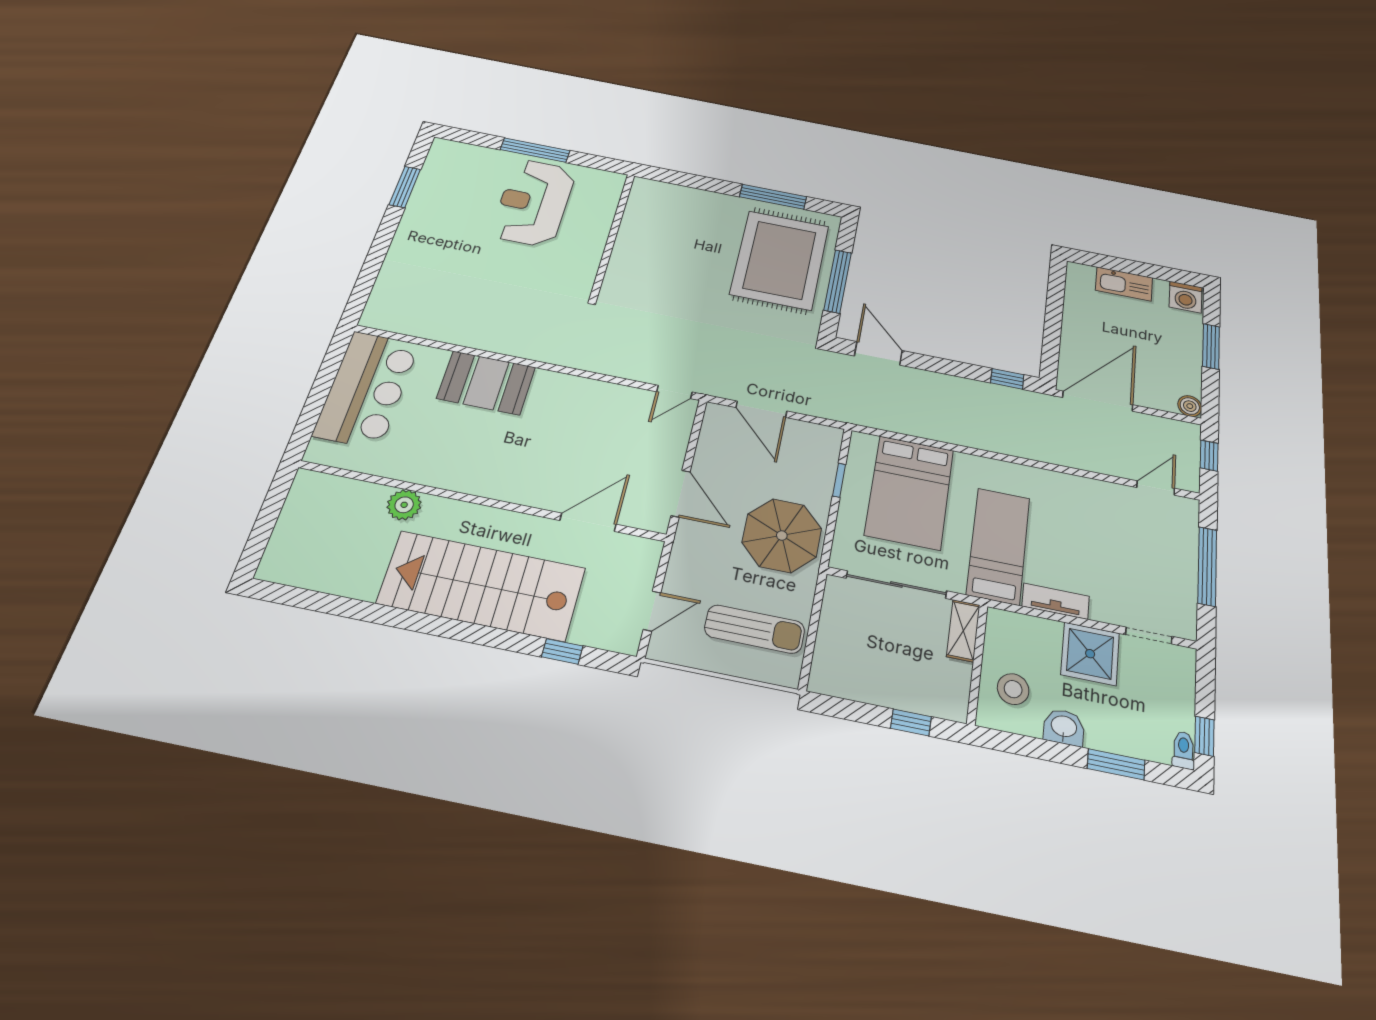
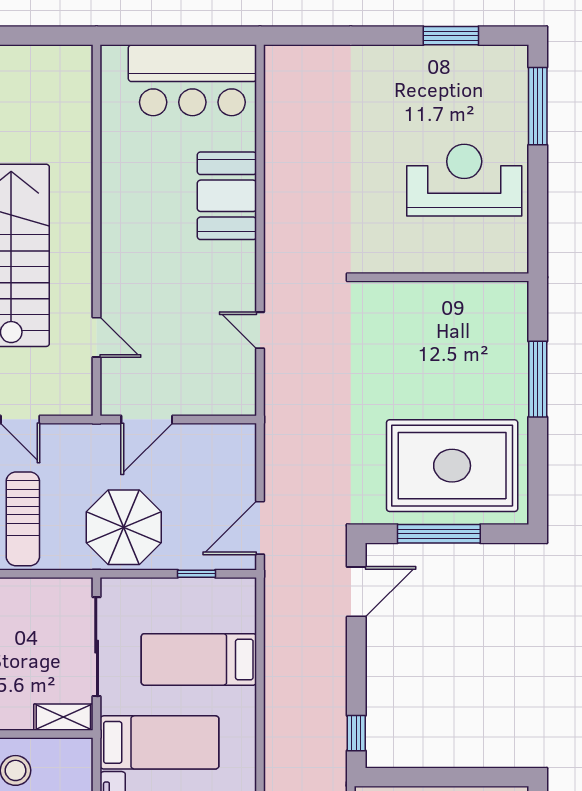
window: (535, 150) -> (538, 106), moved
window: (773, 197) -> (538, 379), moved
door: (674, 392) -> (260, 330), moved
door: (761, 409) -> (260, 528), moved
bed: (910, 492) -> (199, 659), width x0.67
plant: (404, 505) -> (76, 158), removed
door: (588, 522) -> (97, 337), width x0.73

